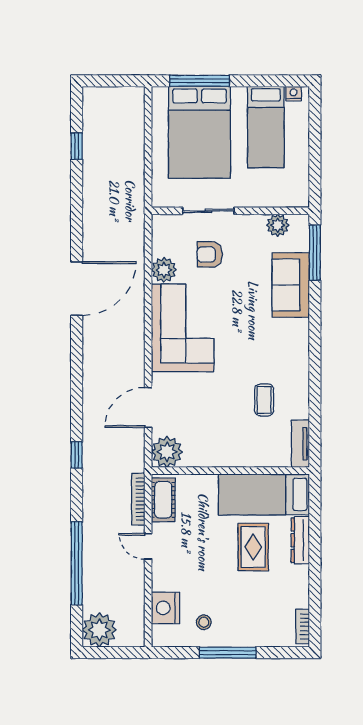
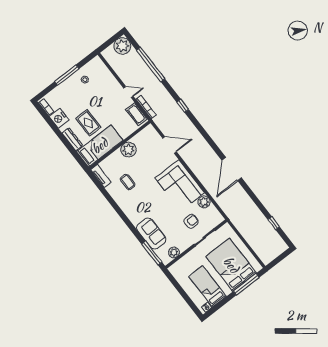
door: (148, 407) -> (169, 145), hinge flipped
plant: (167, 452) -> (128, 150), moved
nightstand: (165, 608) -> (59, 118), moved, turned 180

